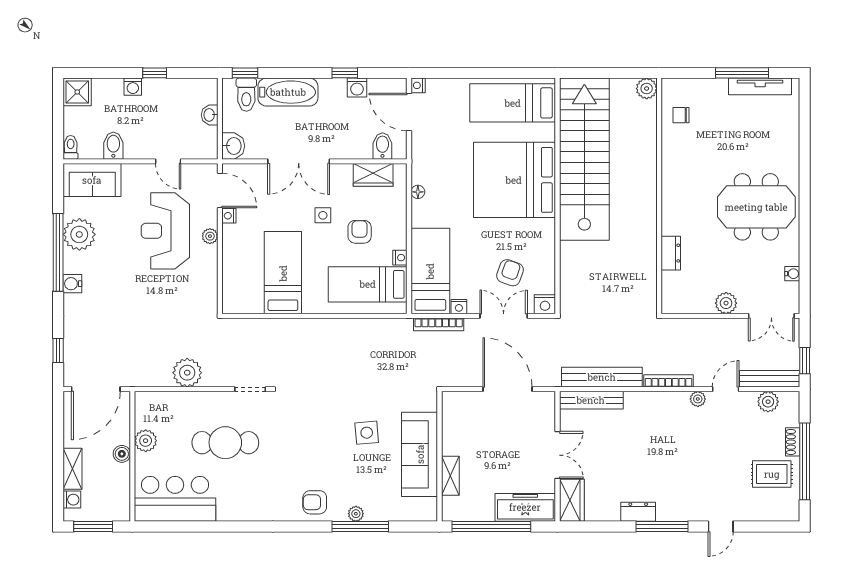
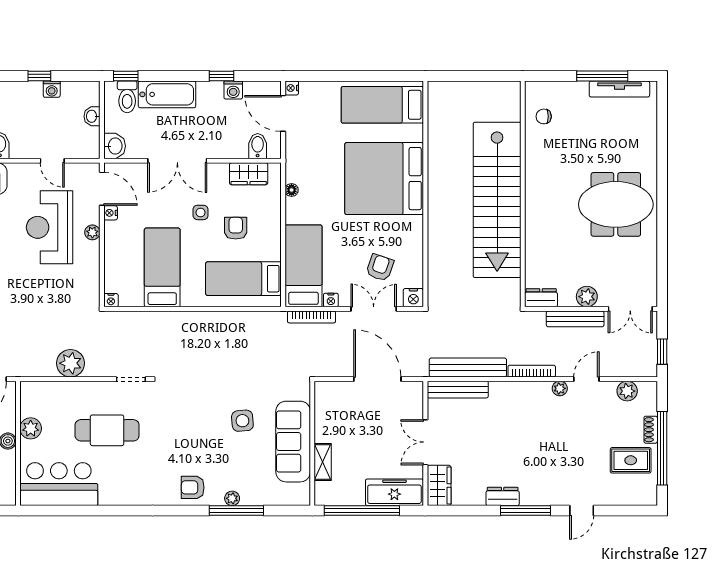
washing machine: (133, 87) -> (52, 89), moved
plant: (647, 89) -> (511, 91), removed
stairs: (584, 159) -> (497, 200), moved, turned 180
dresser: (671, 253) -> (541, 298), moved, turned -90
nightstand: (400, 258) -> (111, 300), moved, turned 90
water cooler: (792, 274) -> (650, 268), removed
bench: (770, 379) -> (575, 319), moved
double door: (557, 455) -> (425, 442), swing flipped

